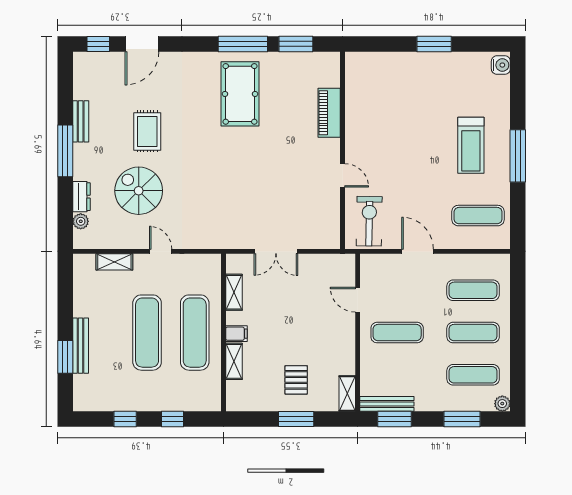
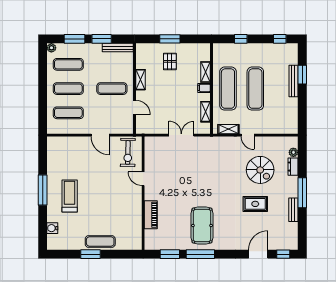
water cooler: (501, 65) -> (52, 228), moved
rug: (147, 131) -> (255, 204), turned 90
exercise mat: (478, 216) -> (100, 242), moved
shelving: (114, 262) -> (228, 129), moved
shelving: (347, 394) -> (140, 80), moved
window: (125, 419) -> (280, 39), moved
window: (394, 419) -> (102, 39), moved

